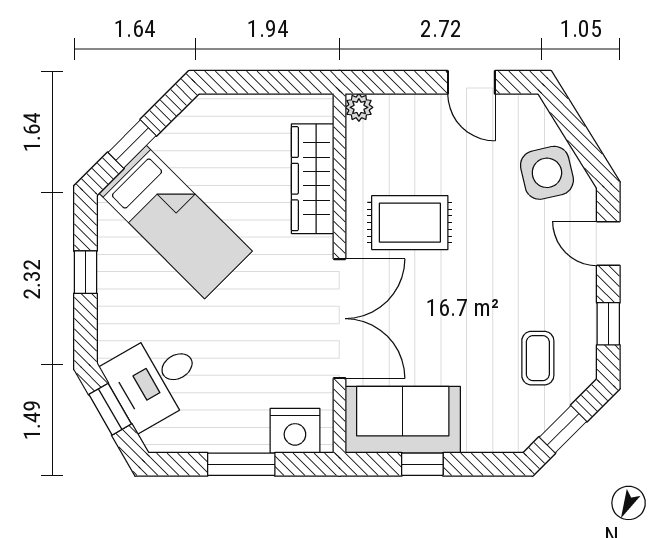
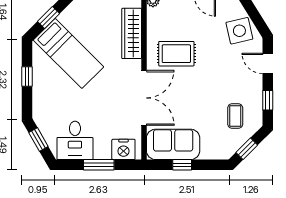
desk: (154, 380) -> (75, 140), moved, turned -60

